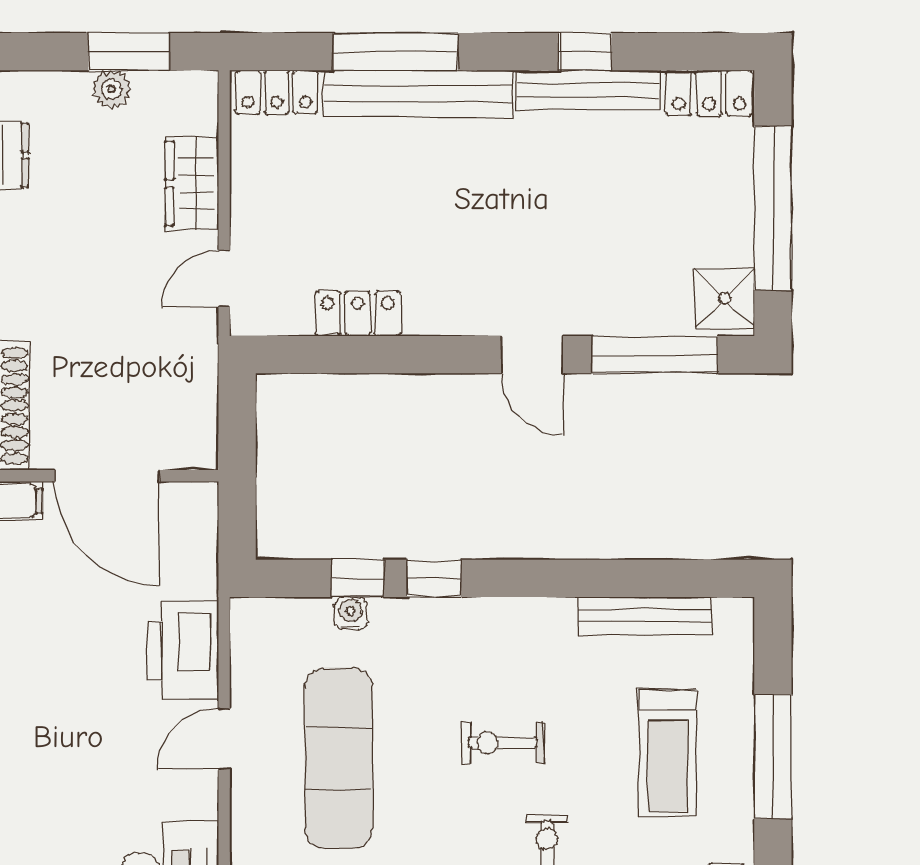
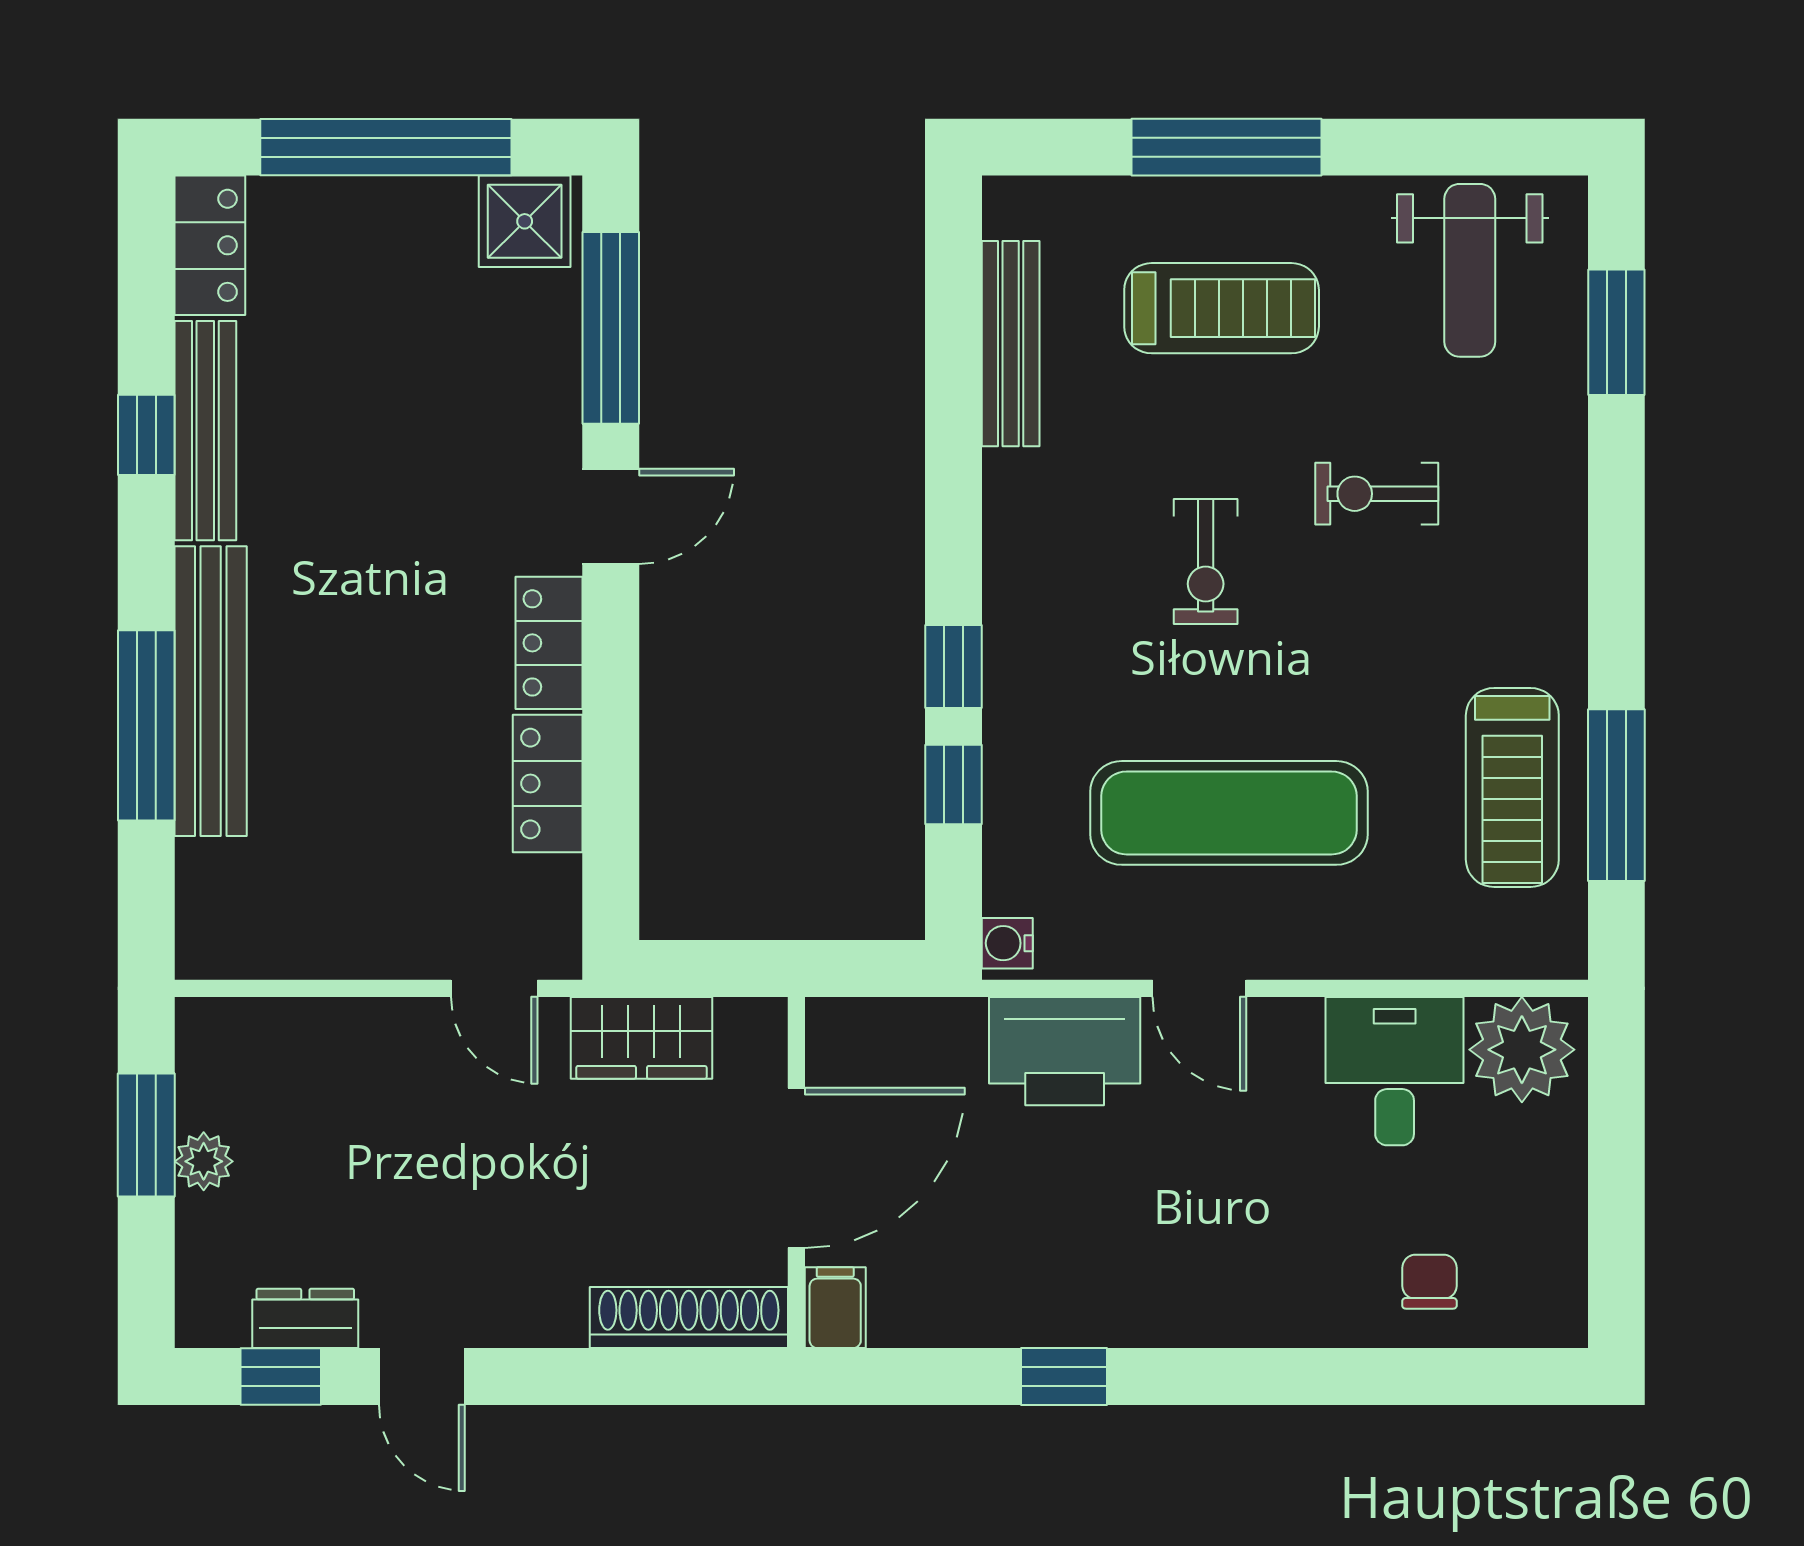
locker: (277, 92) -> (549, 643), moved, turned 180
wardrobe: (192, 184) -> (641, 1038), moved
water cooler: (351, 613) -> (1007, 943), moved

